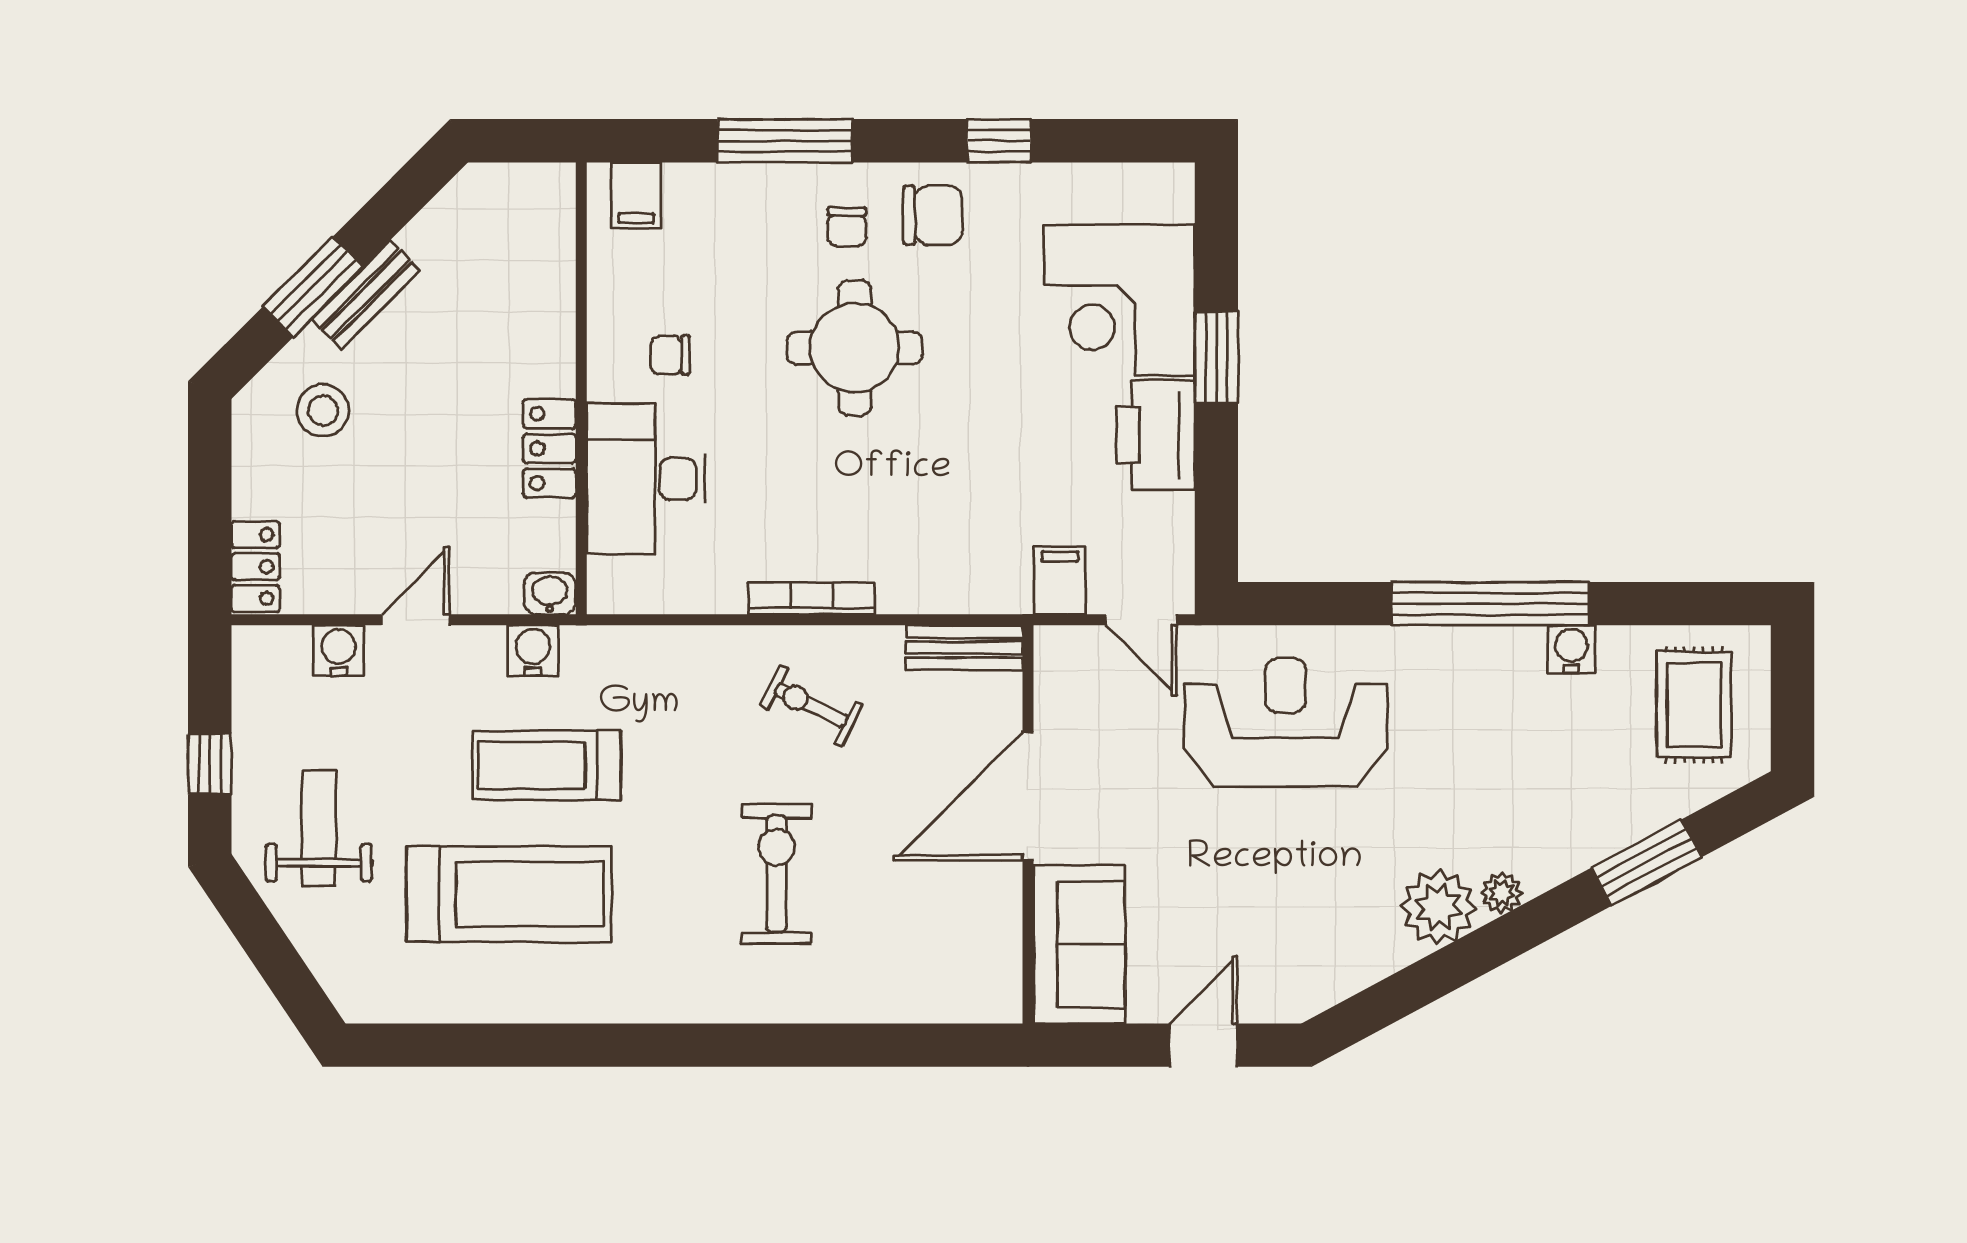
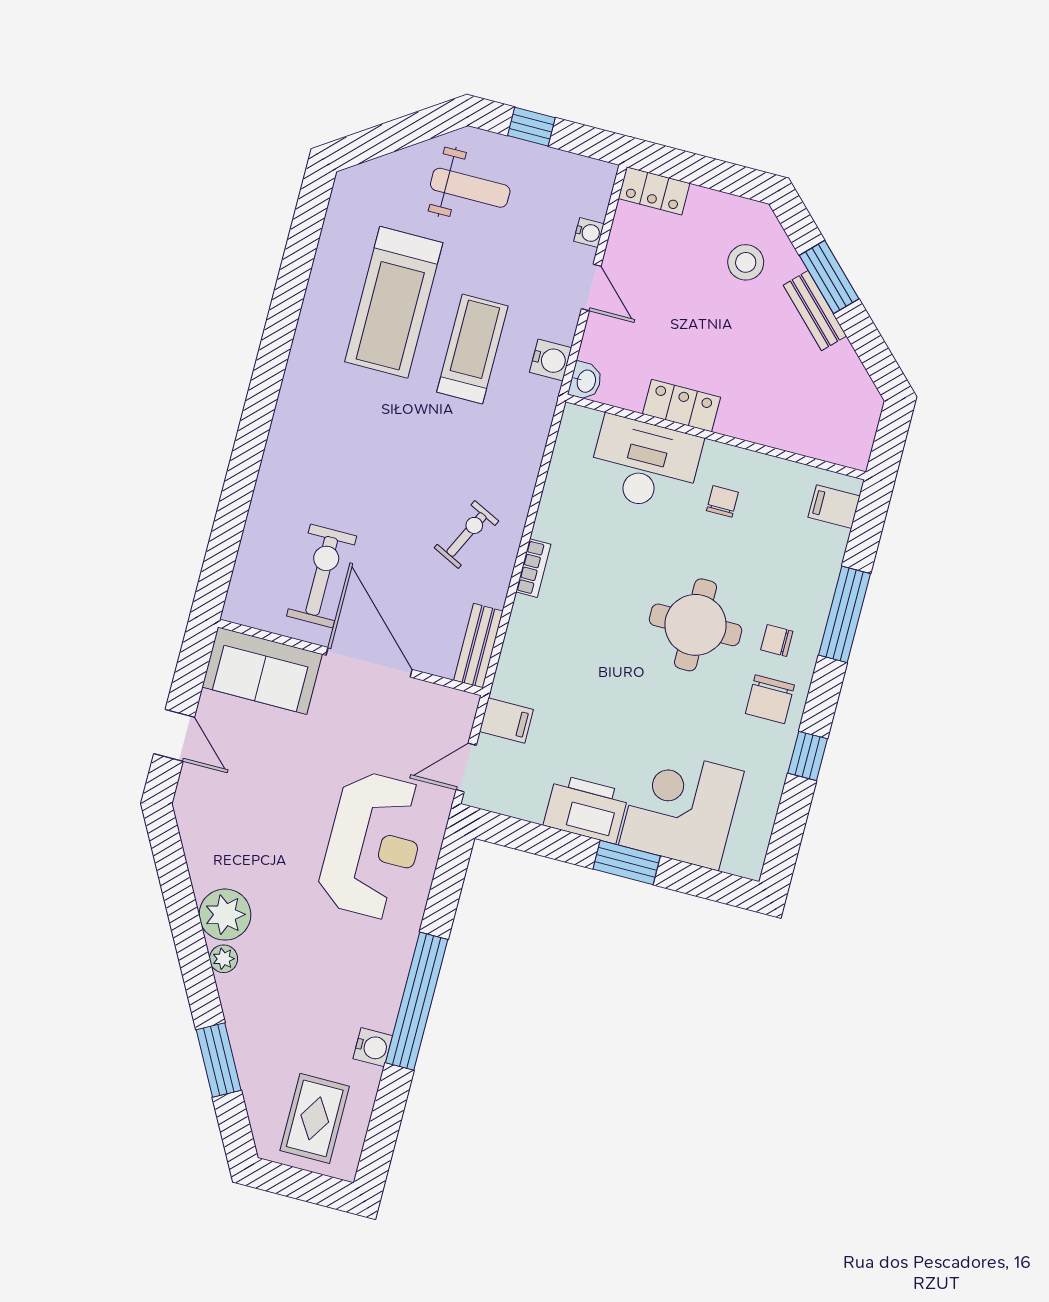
bookcase: (812, 598) -> (533, 568), width x0.64
water cooler: (339, 651) -> (589, 233), width x0.72, depth x0.72
rug: (1694, 705) -> (315, 1118), turned 90
exercise bike: (776, 874) -> (322, 576), moved, turned -90

